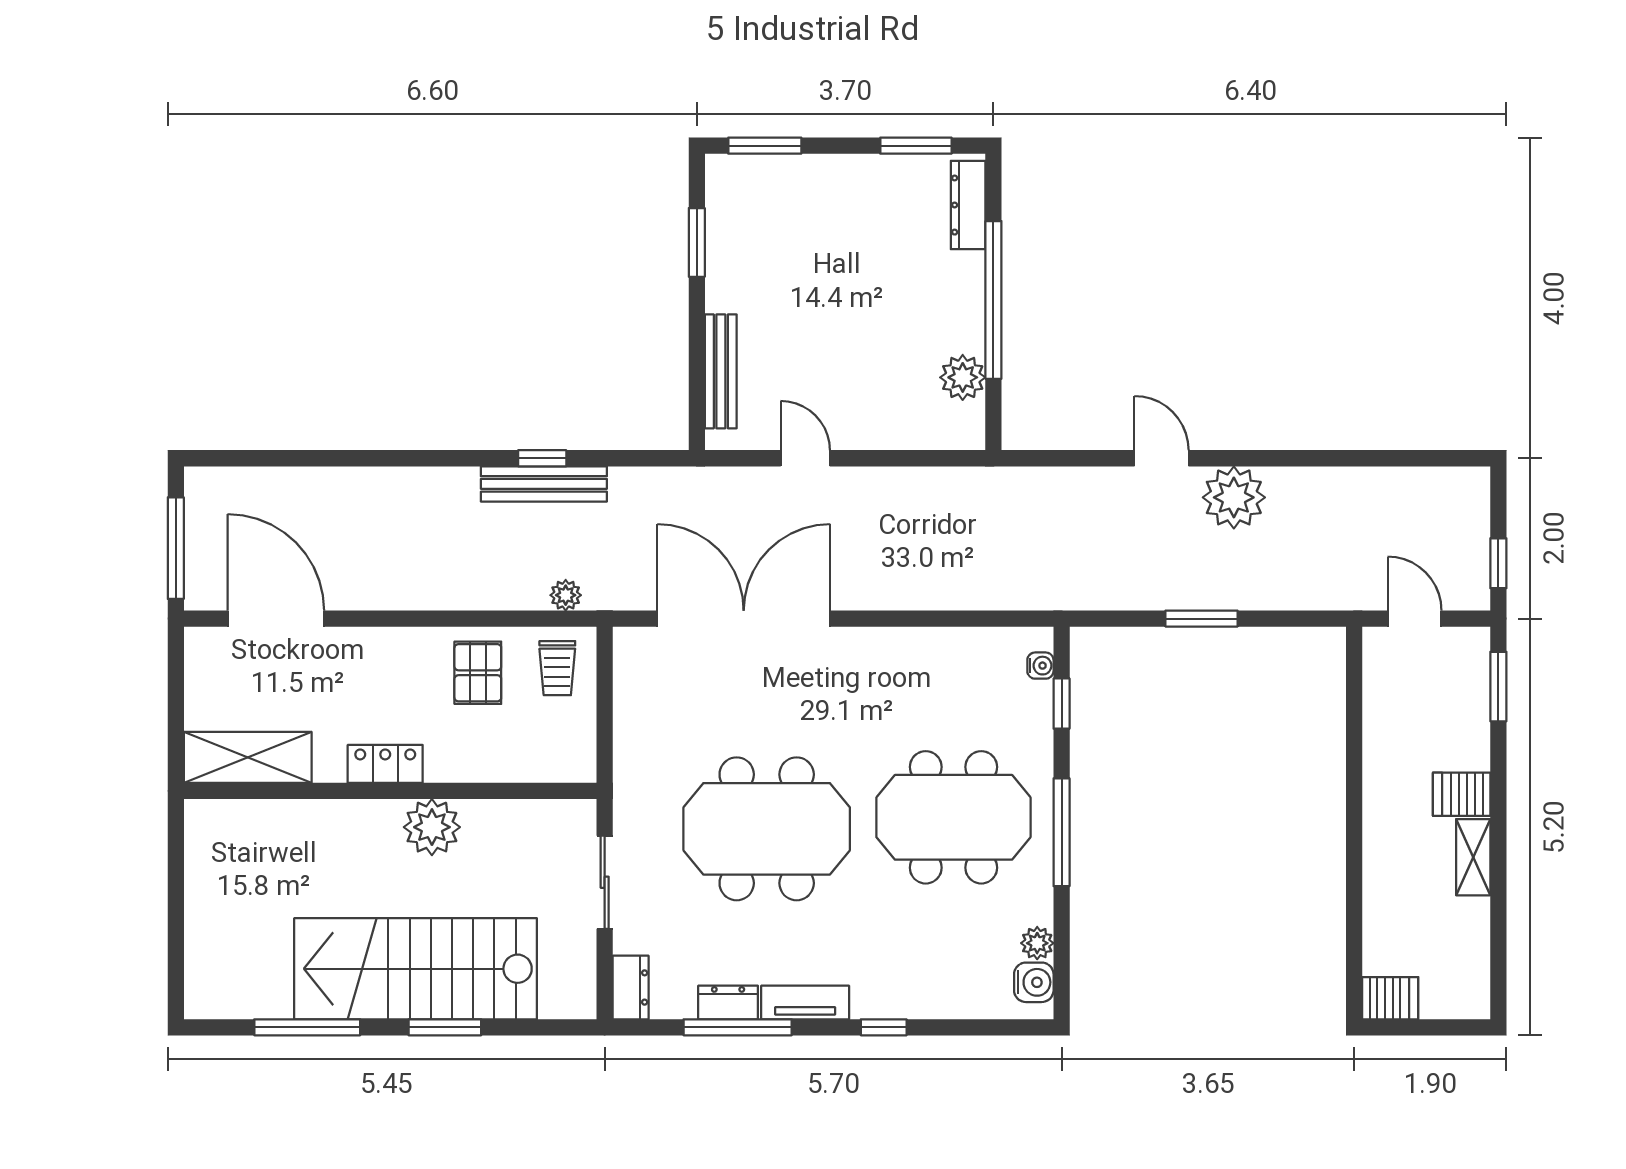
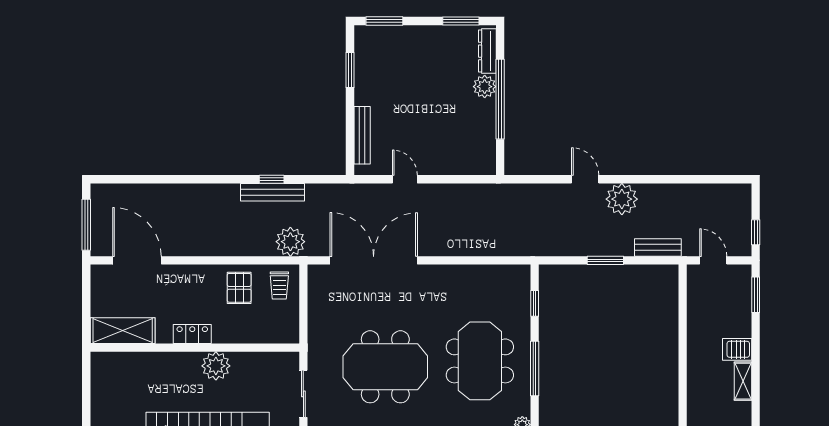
plant: (963, 377) -> (485, 87), moved
bench: (1305, 593) -> (658, 247), added
plant: (566, 595) -> (290, 242), width x1.87, depth x1.87
water cooler: (1040, 666) -> (524, 284), removed
meeting table: (953, 817) -> (480, 361), turned 90

